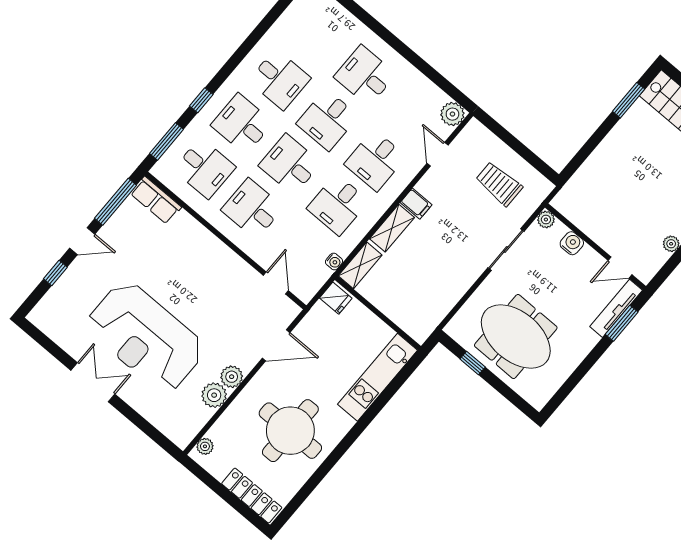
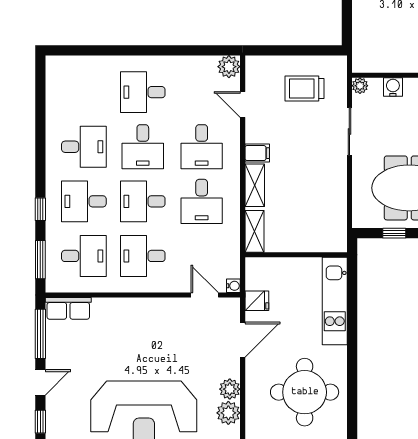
water cooler: (334, 262) -> (233, 286), moved
fridge: (336, 298) -> (257, 301), moved

